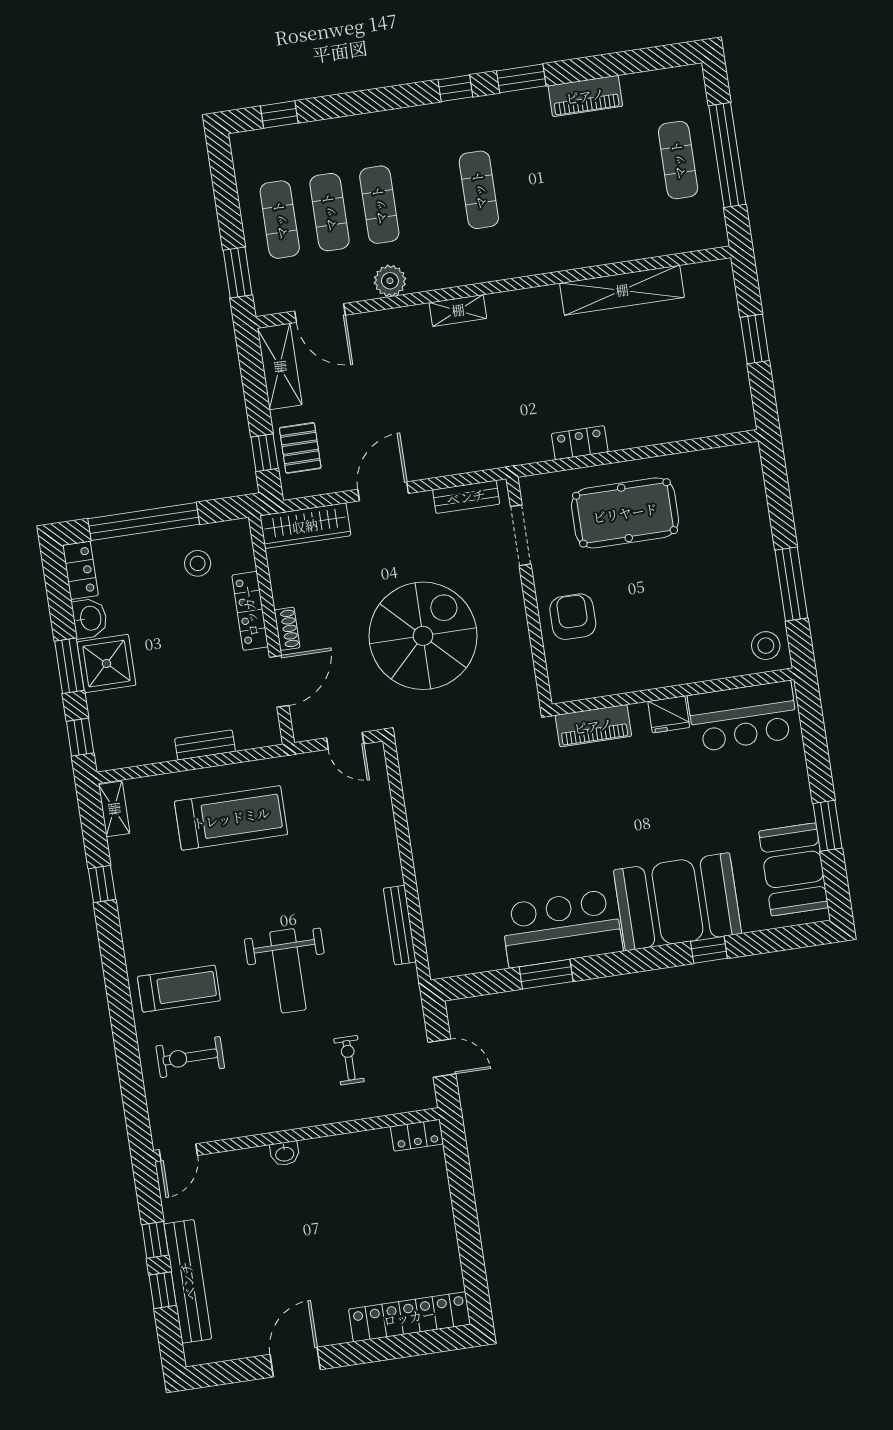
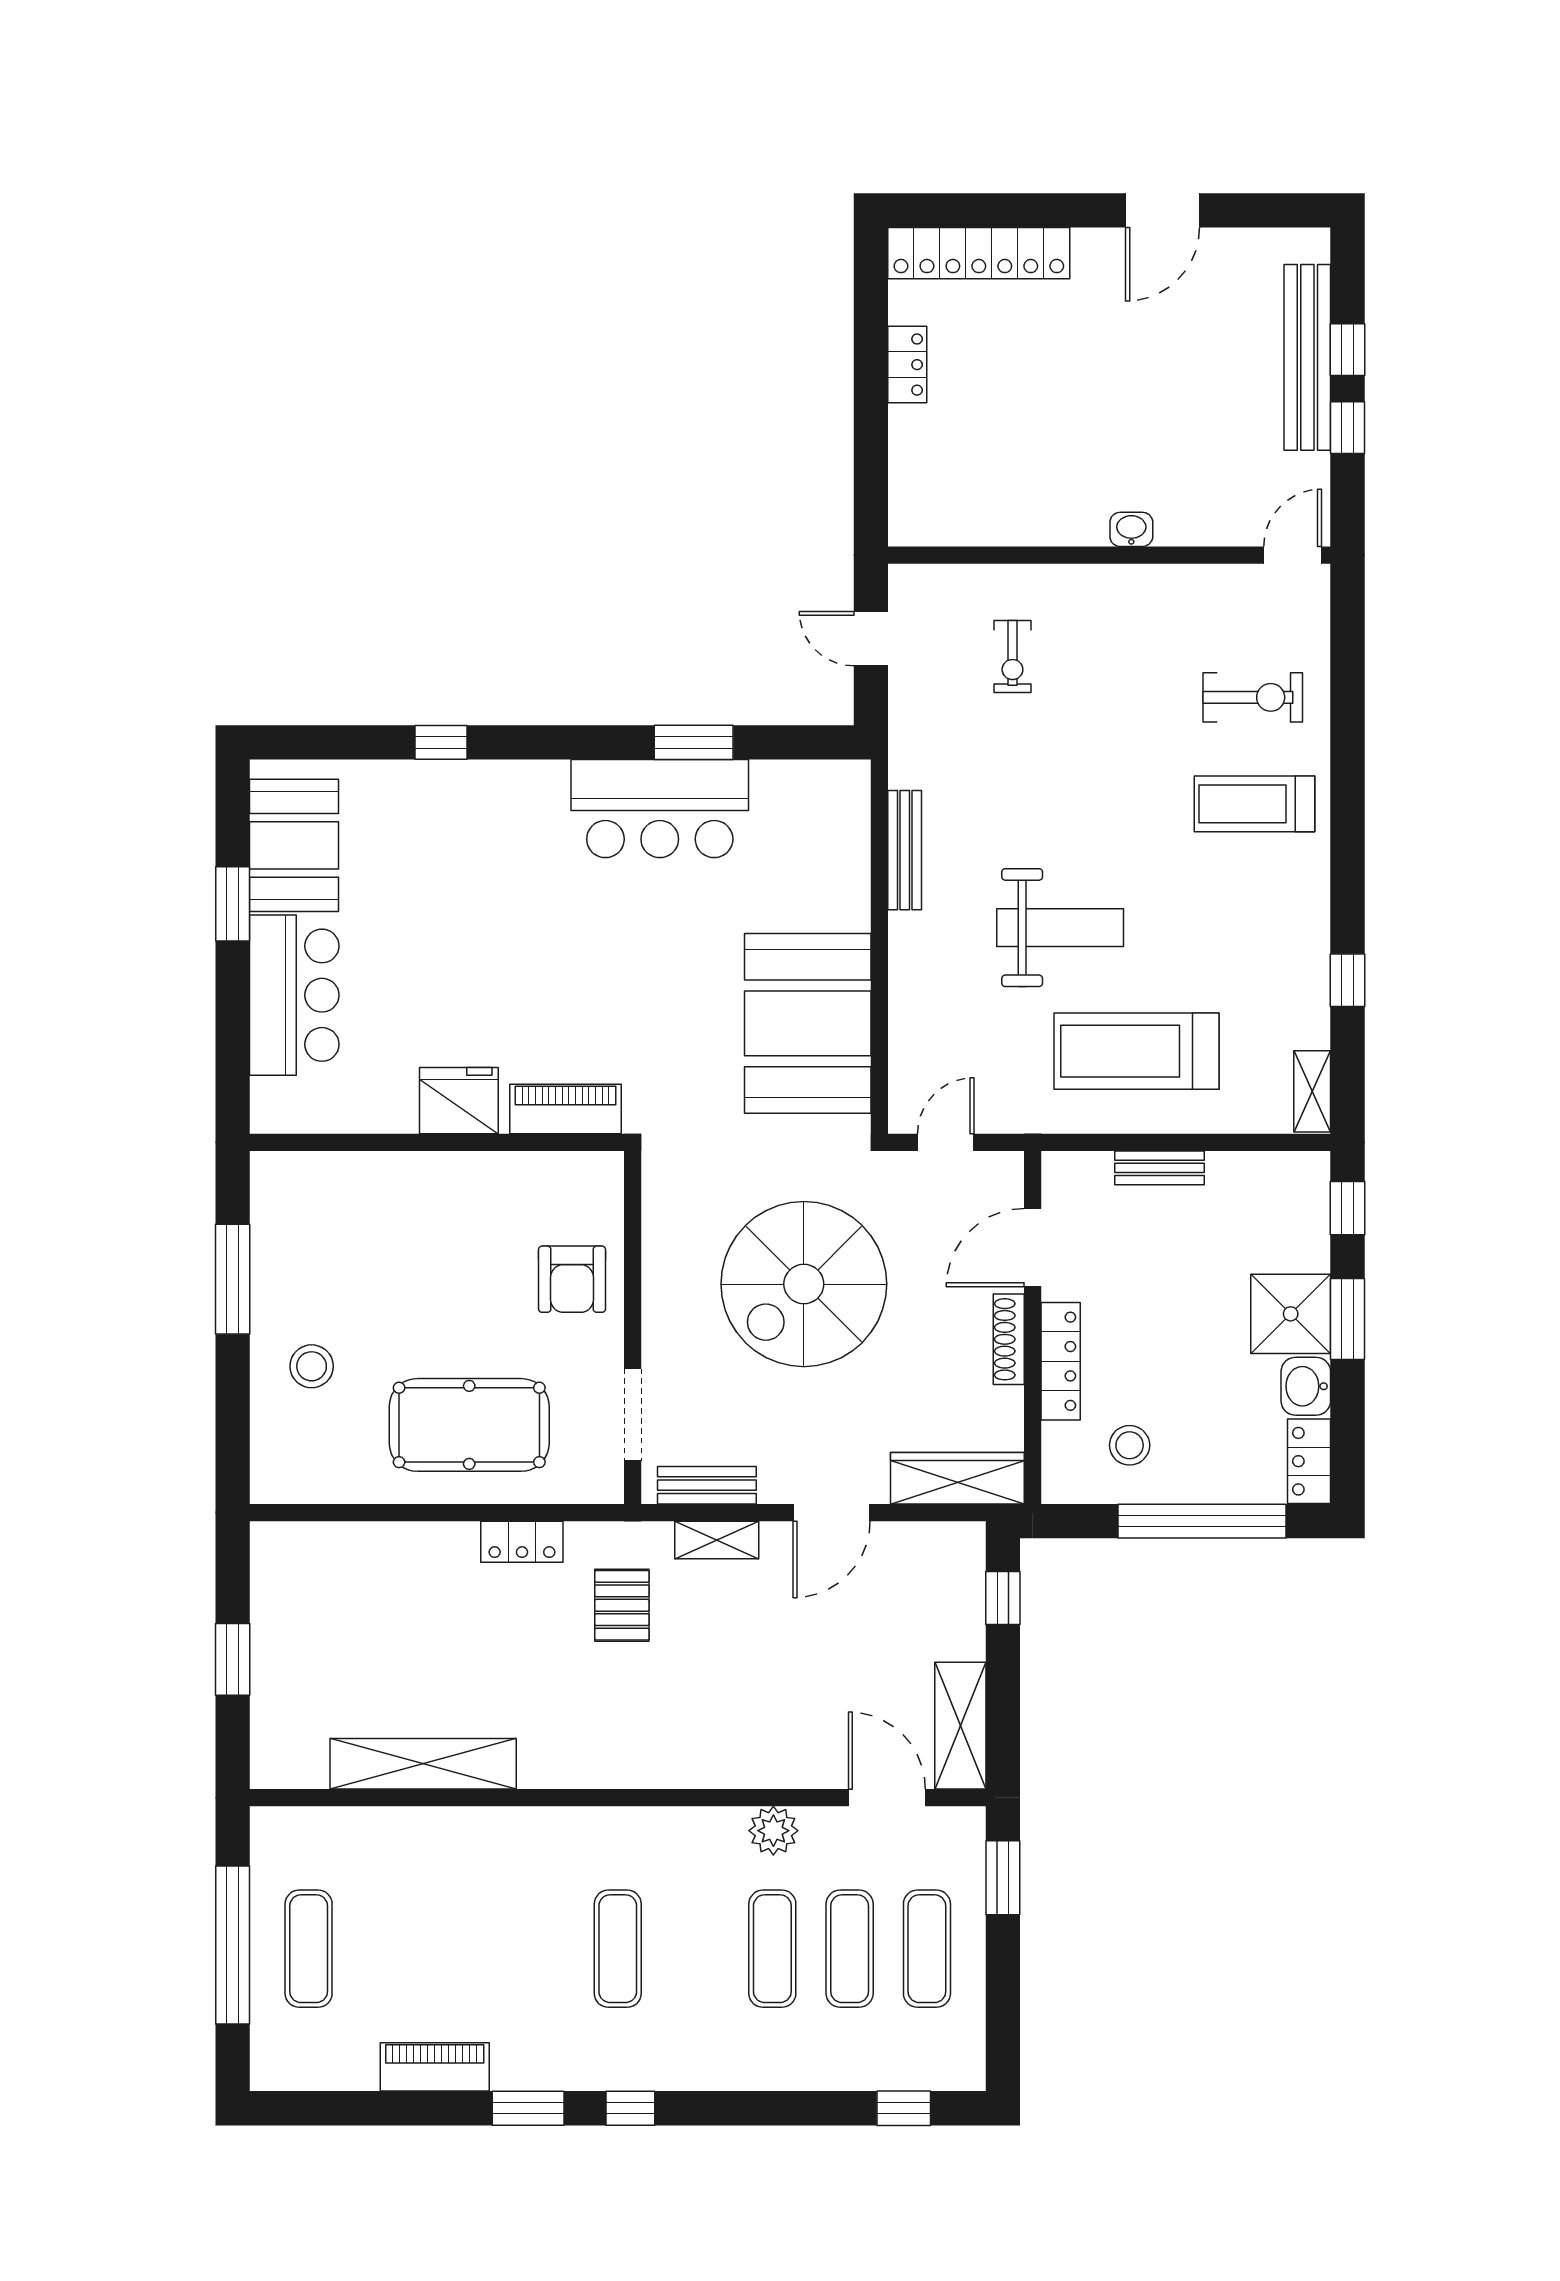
shelving: (458, 310) -> (717, 1540), moved
pallet: (300, 448) -> (622, 1605), moved
shoe rack: (287, 629) -> (1009, 1339), width x1.43
stool: (766, 646) -> (312, 1366), moved
fridge: (669, 714) -> (459, 1101), width x1.36, depth x1.34
bar counter: (743, 716) -> (294, 995), moved, turned 90
door: (345, 741) -> (946, 1142), hinge flipped
booth: (677, 902) -> (808, 1023), moved, turned 90
weight bench: (288, 971) -> (1060, 928), moved, turned 90
locker: (417, 1135) -> (907, 365), moved, turned 90

